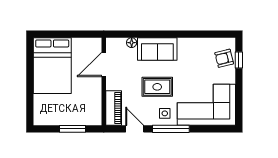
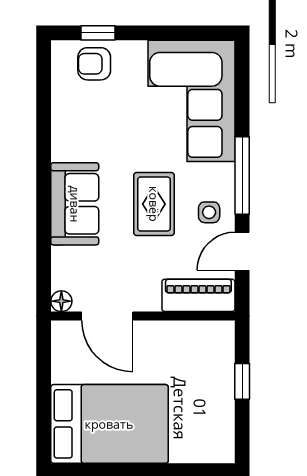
floor lamp: (132, 43) -> (61, 301), moved
armchair: (224, 58) -> (94, 64), turned 104
side table: (165, 113) -> (209, 212), moved
window: (72, 129) -> (242, 381), width x0.67

